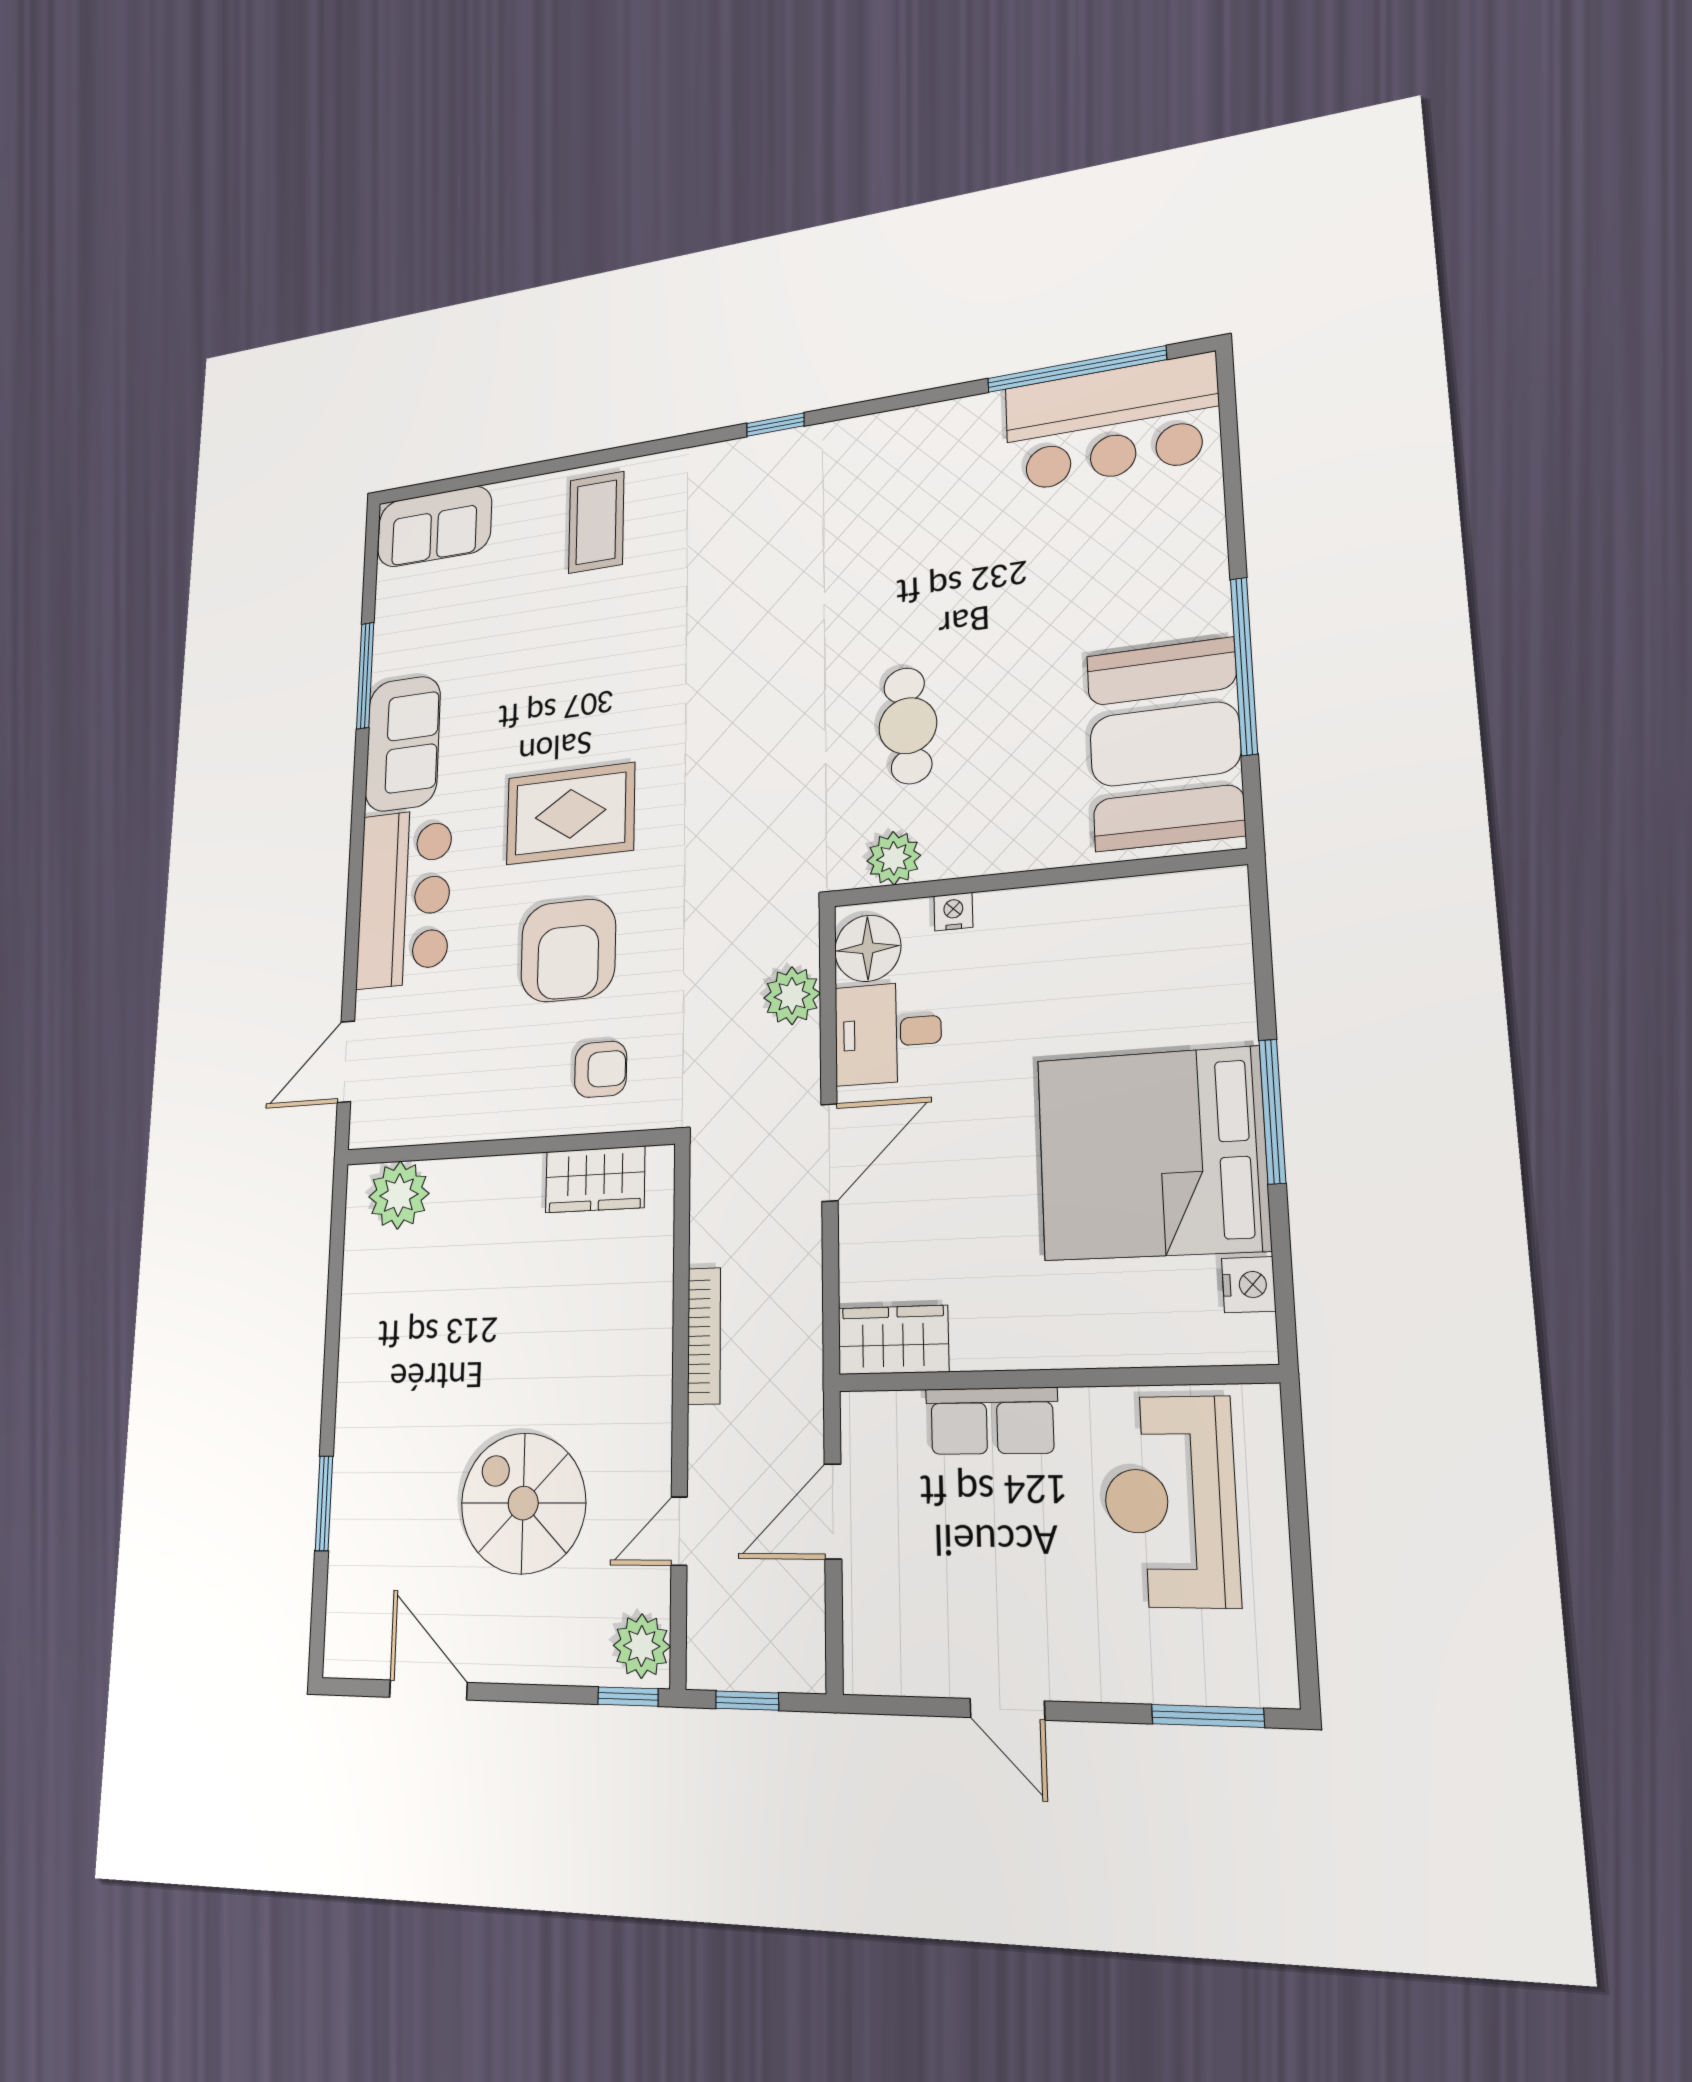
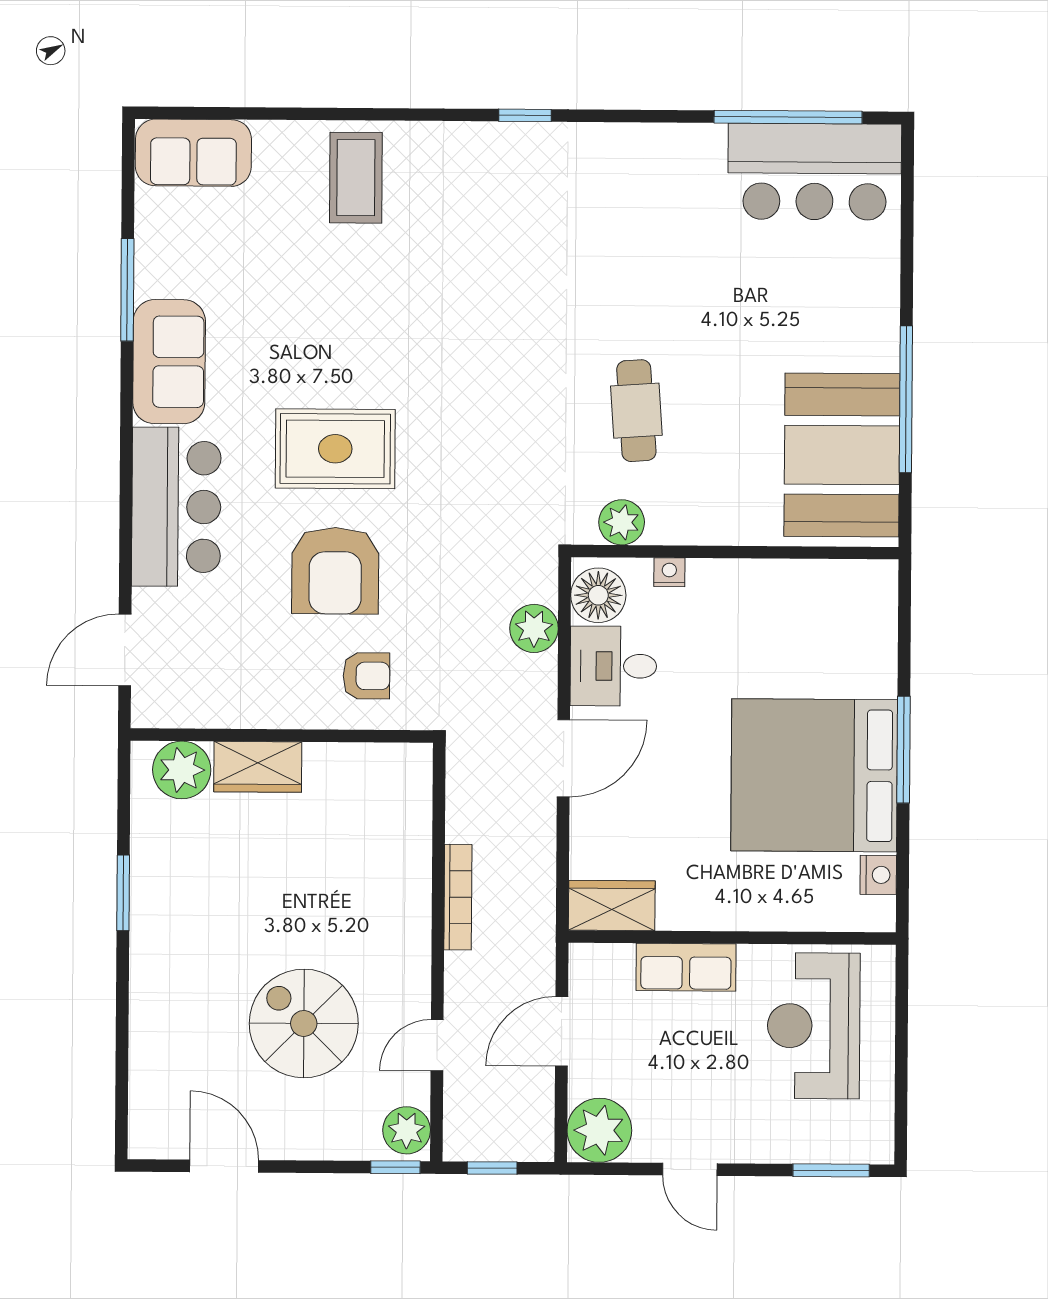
wardrobe: (595, 1180) -> (258, 767), moved
window: (324, 1503) -> (123, 893), moved
plant: (884, 1650) -> (599, 1130), added

